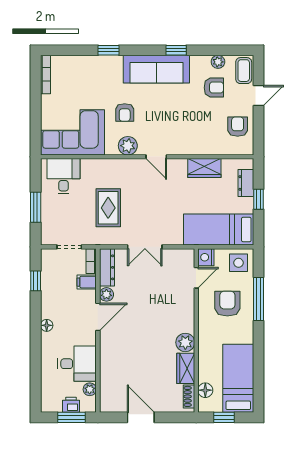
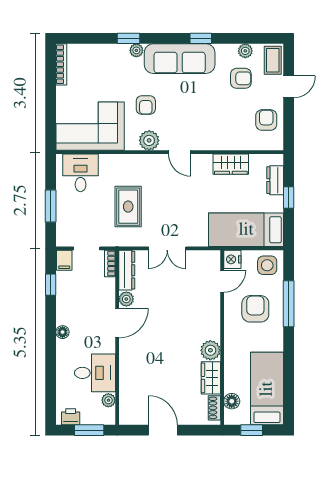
plant: (116, 61) -> (136, 50), added
filing cabinet: (87, 282) -> (64, 260), moved, turned -90
printer: (71, 405) -> (71, 417), moved

